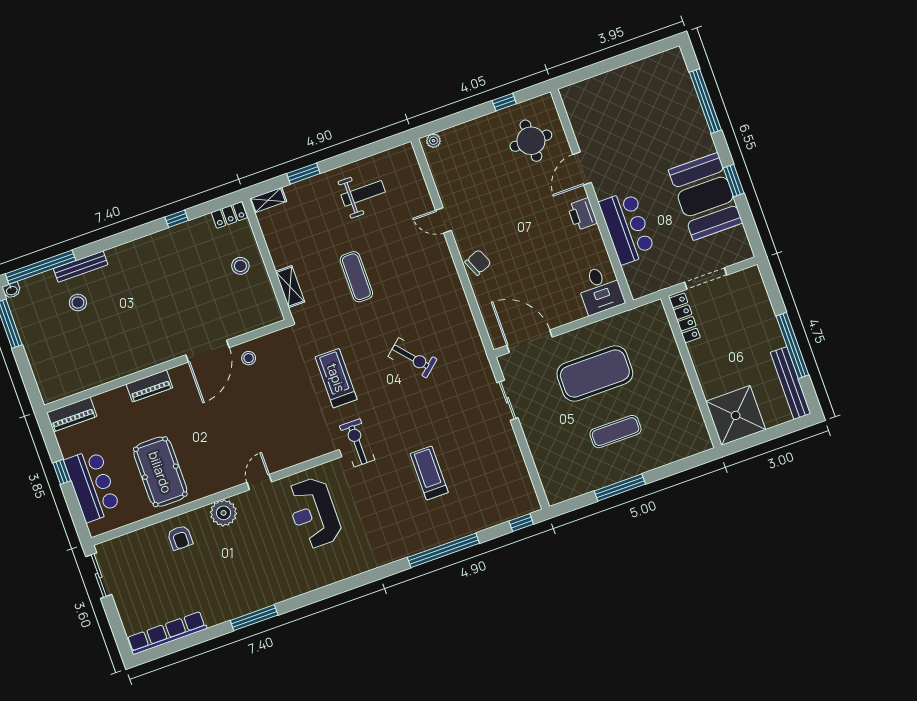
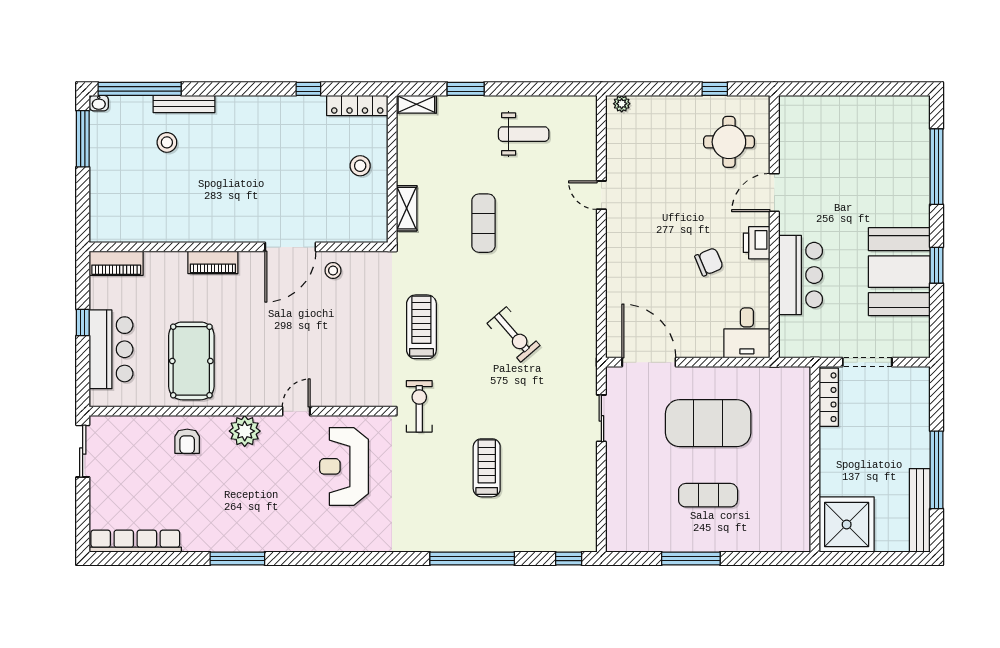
locker: (229, 215) -> (357, 105), width x1.53
chair: (478, 262) -> (709, 262), moved

